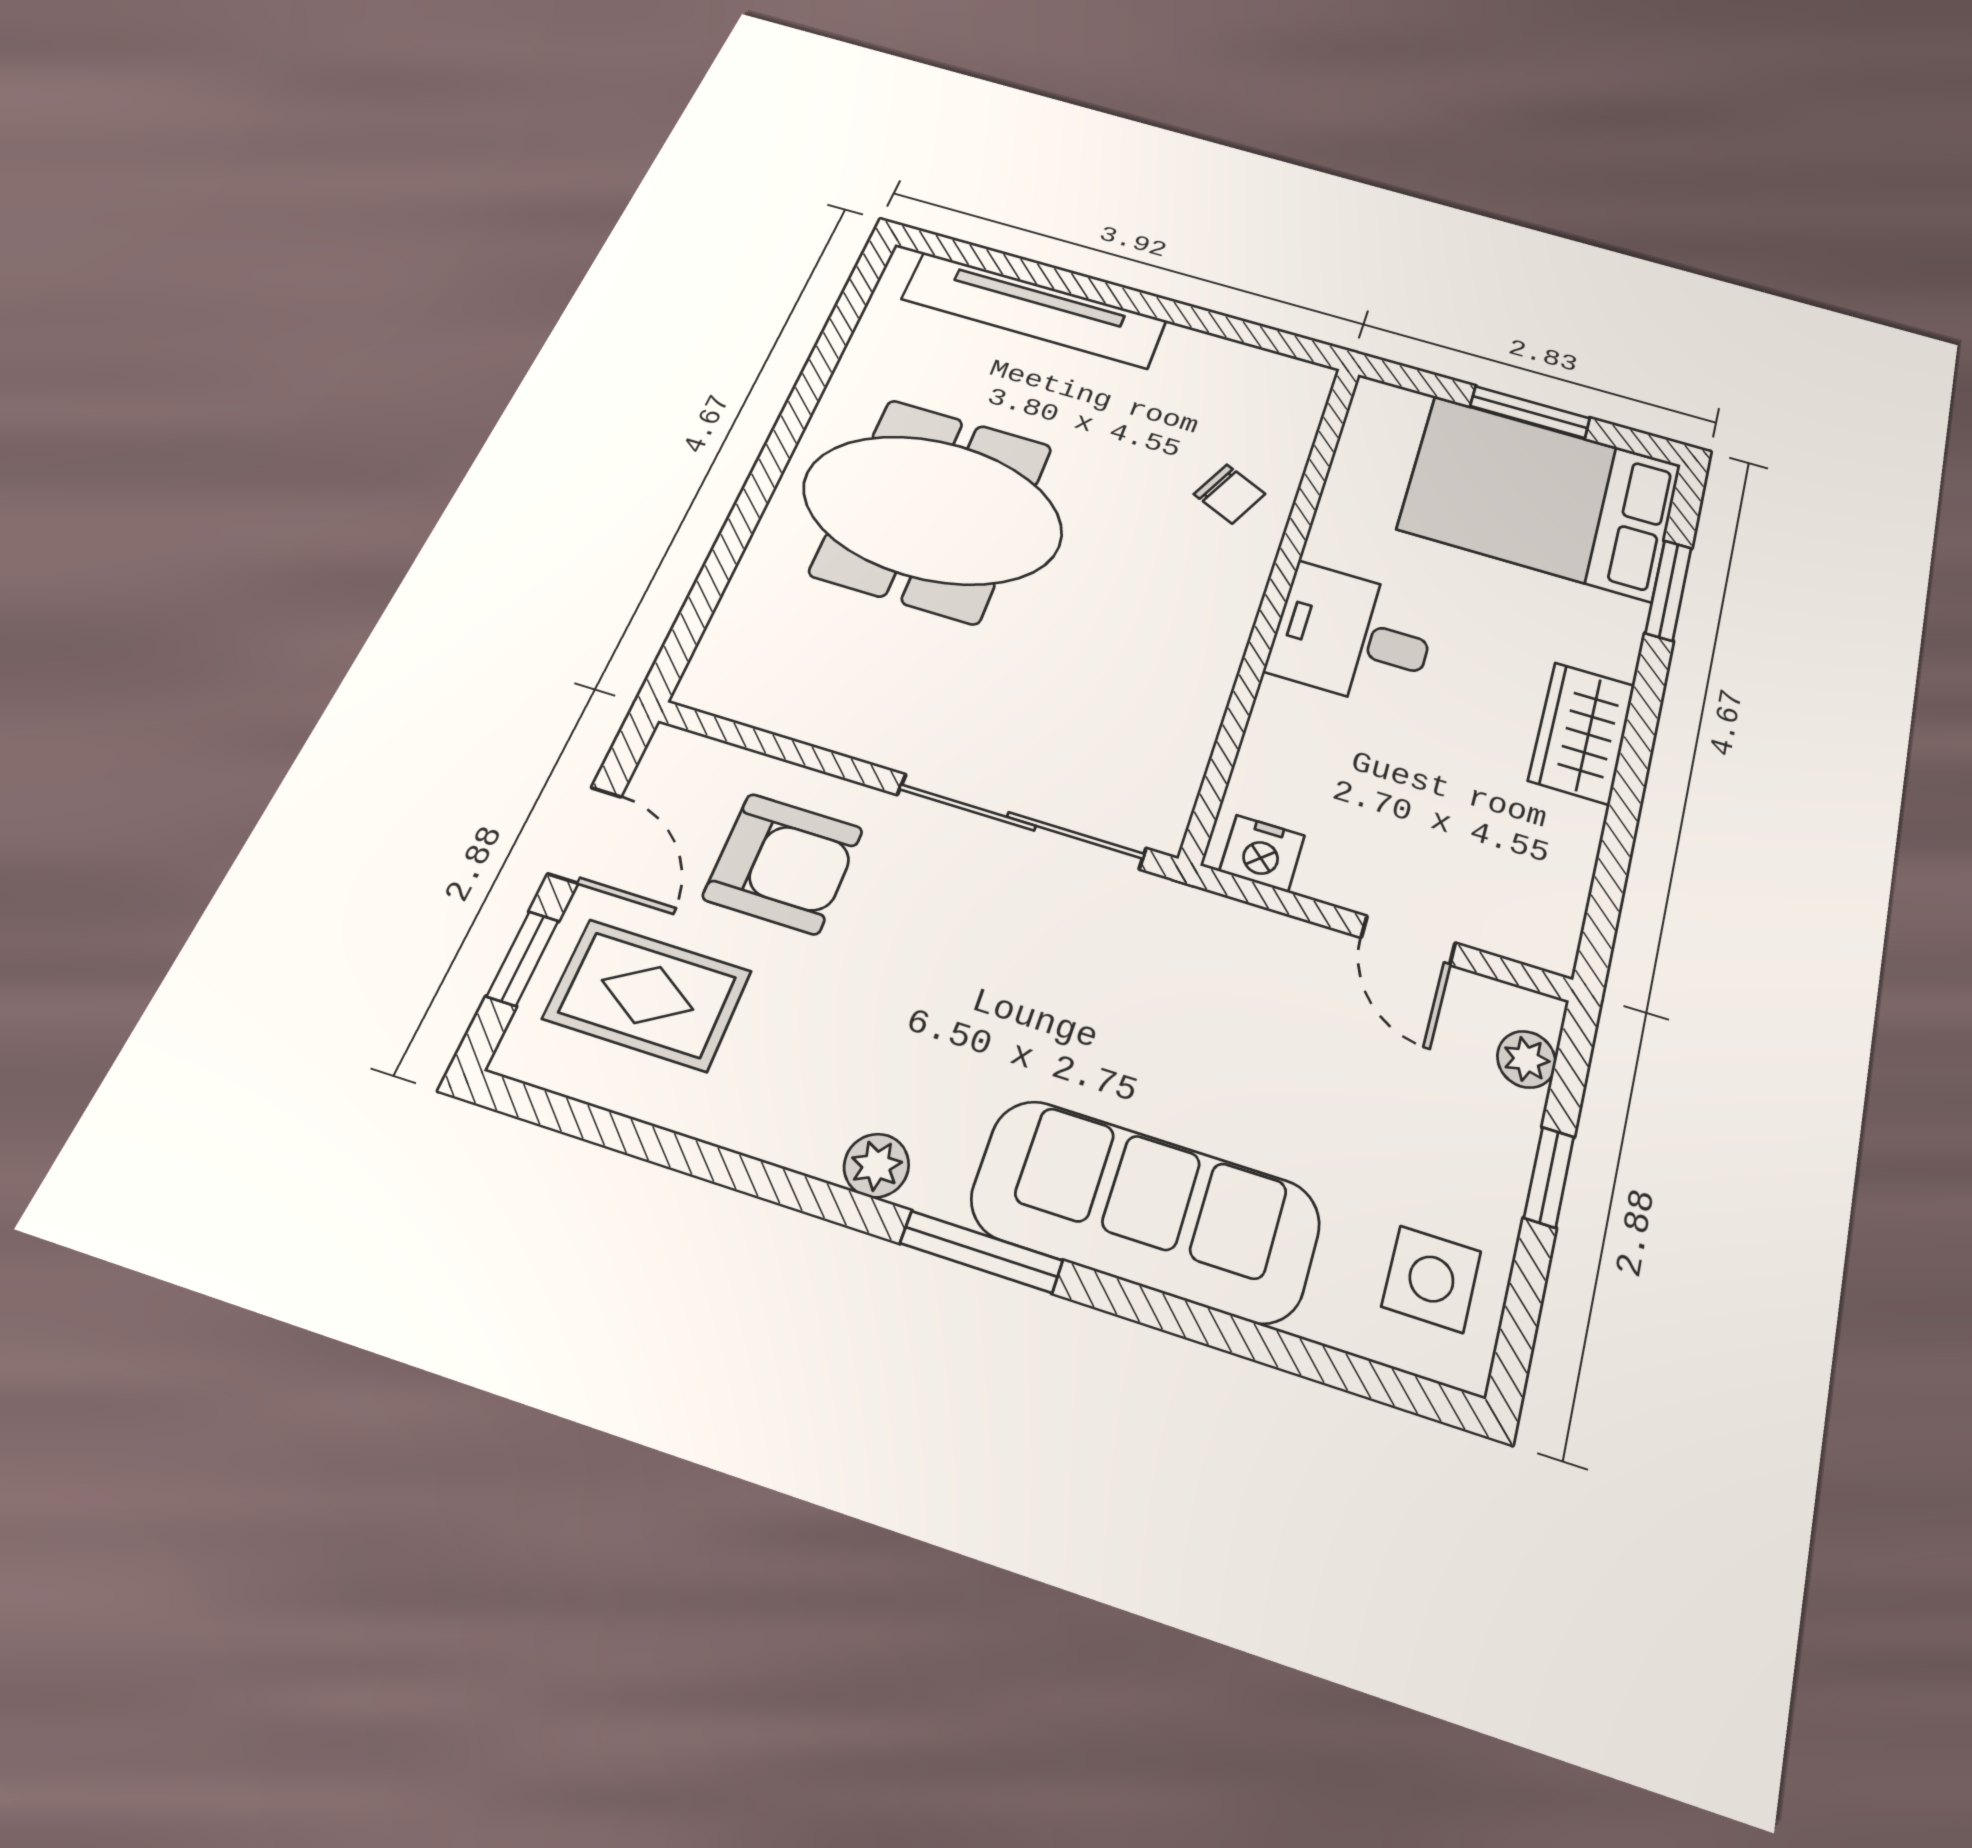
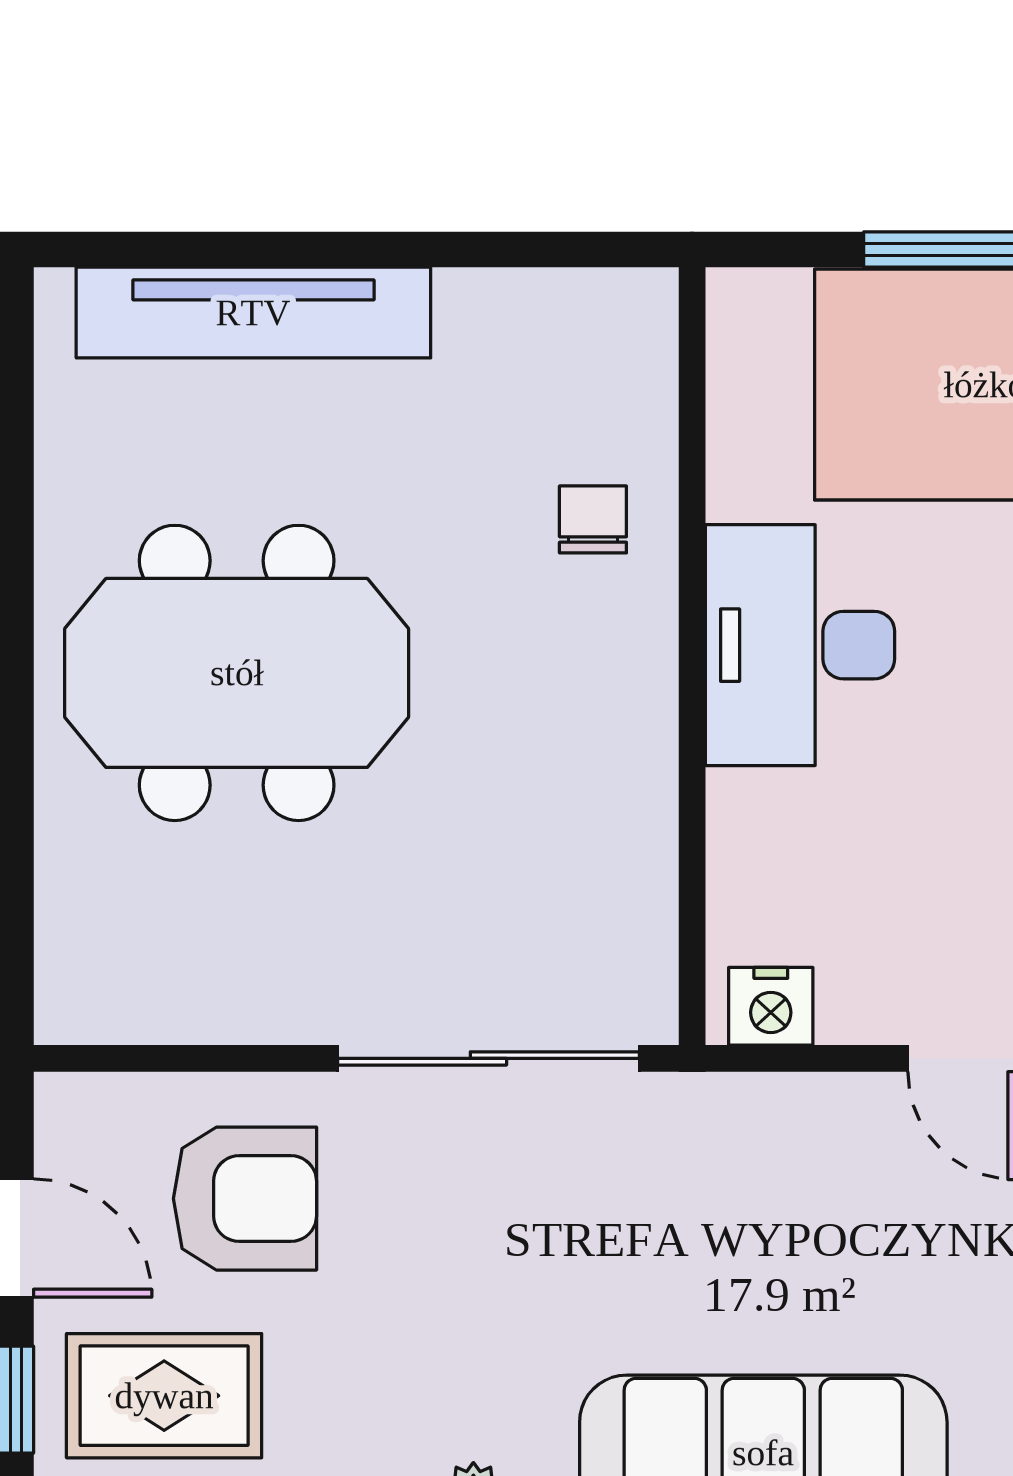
chair: (1229, 494) -> (593, 519), turned -115
desk: (1353, 636) -> (800, 645), width x1.37

